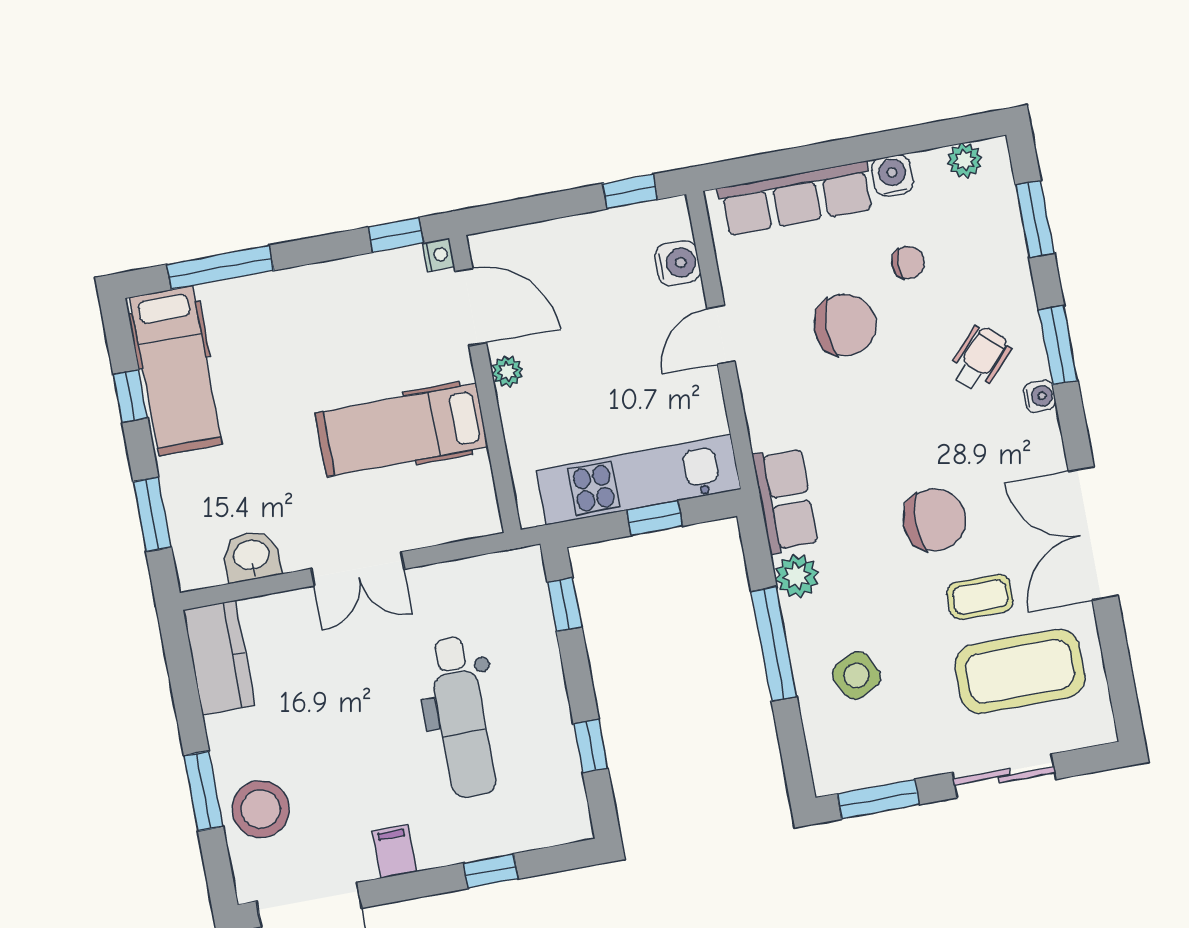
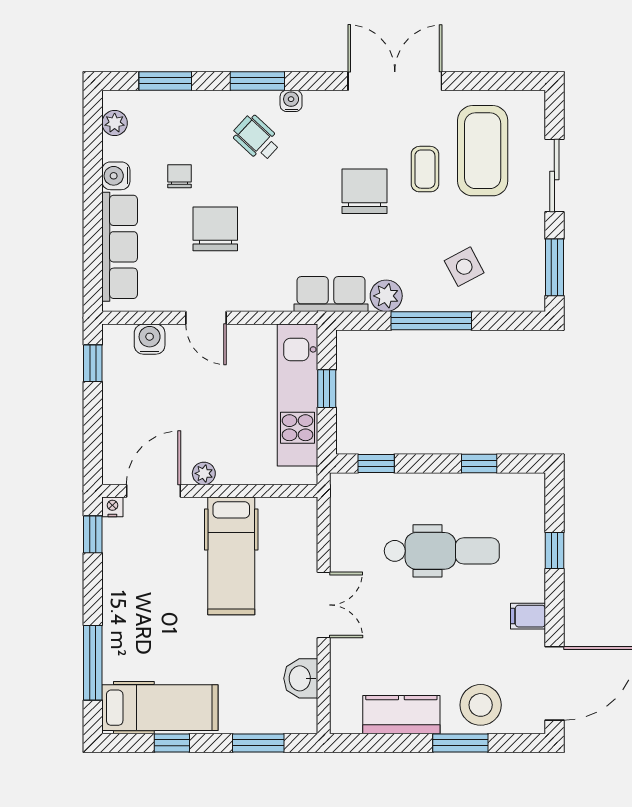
double door: (1093, 533) -> (395, 81), swing flipped
kitchen counter: (219, 658) -> (401, 715), moved

